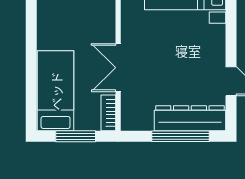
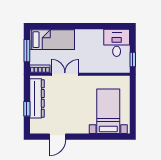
dresser: (190, 118) -> (37, 98), moved
window: (180, 136) -> (27, 109), width x0.46

